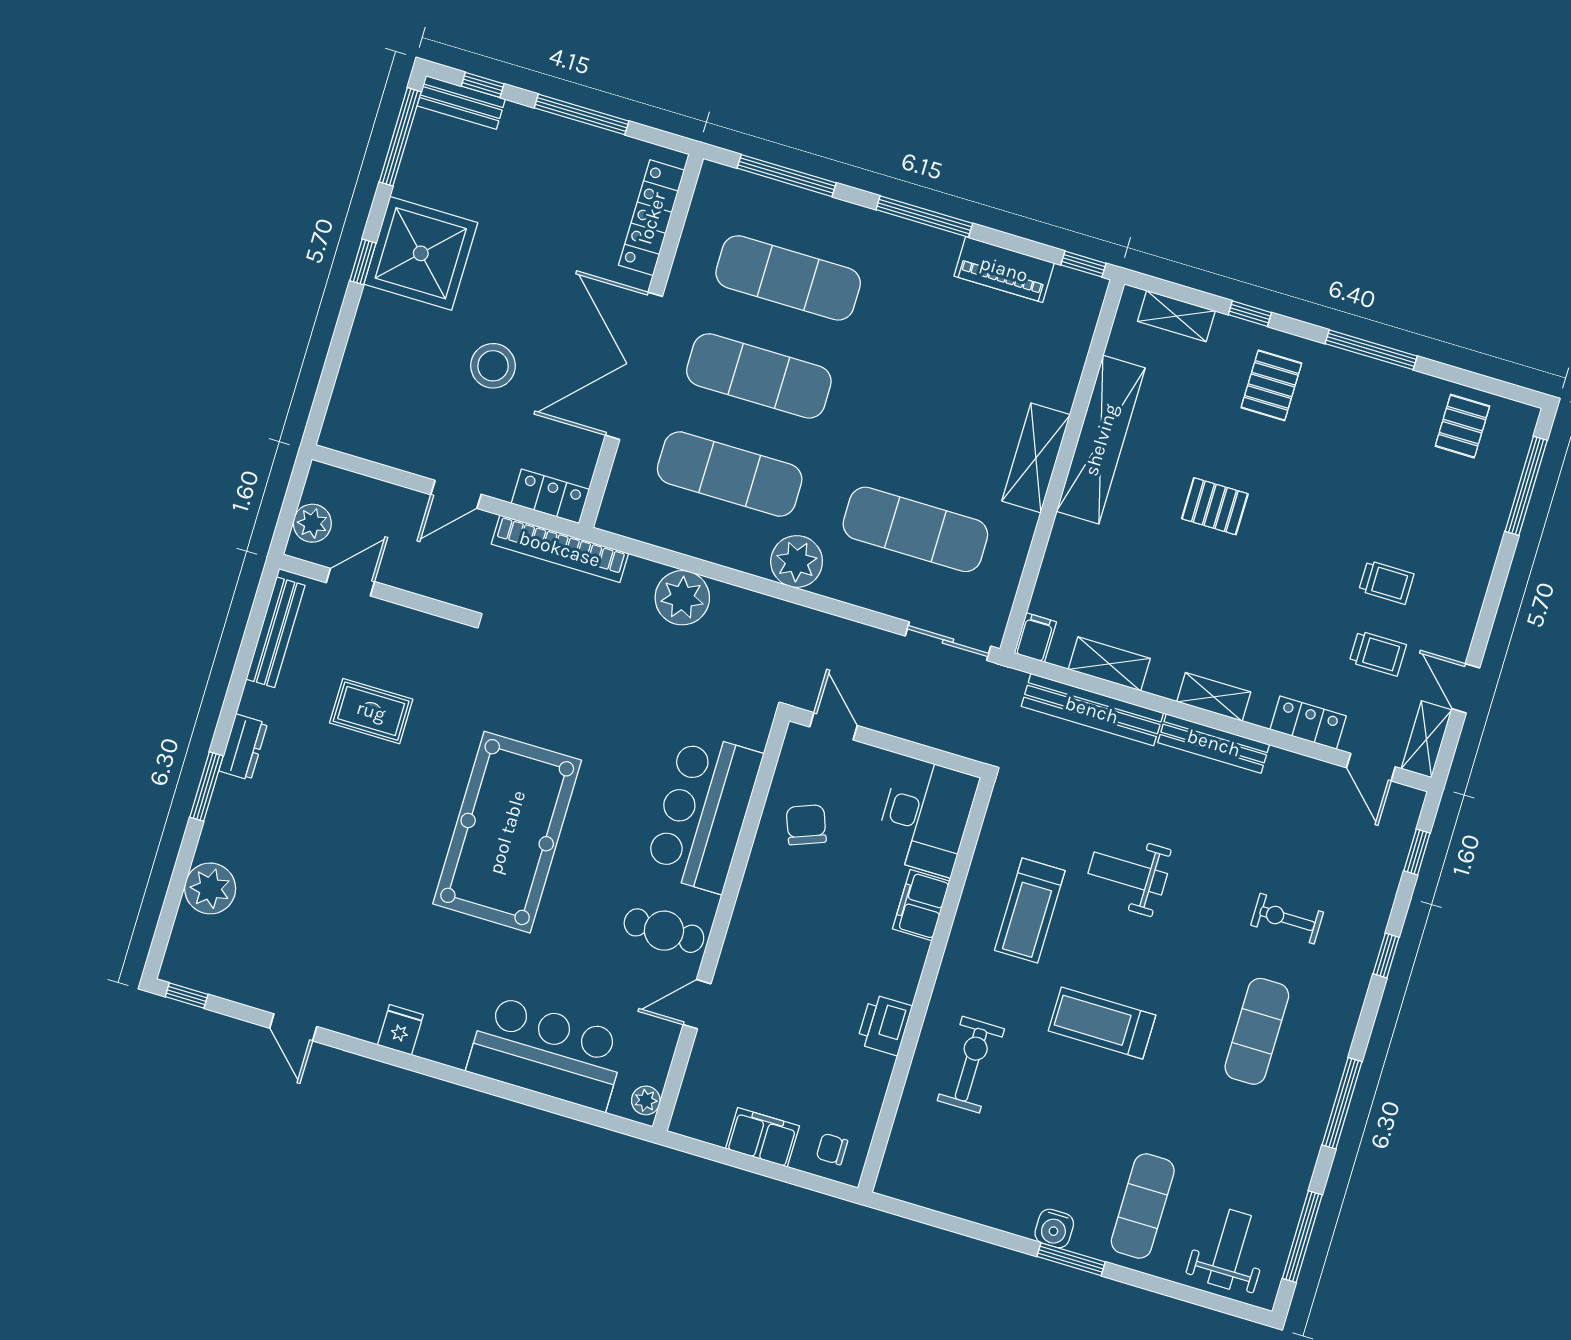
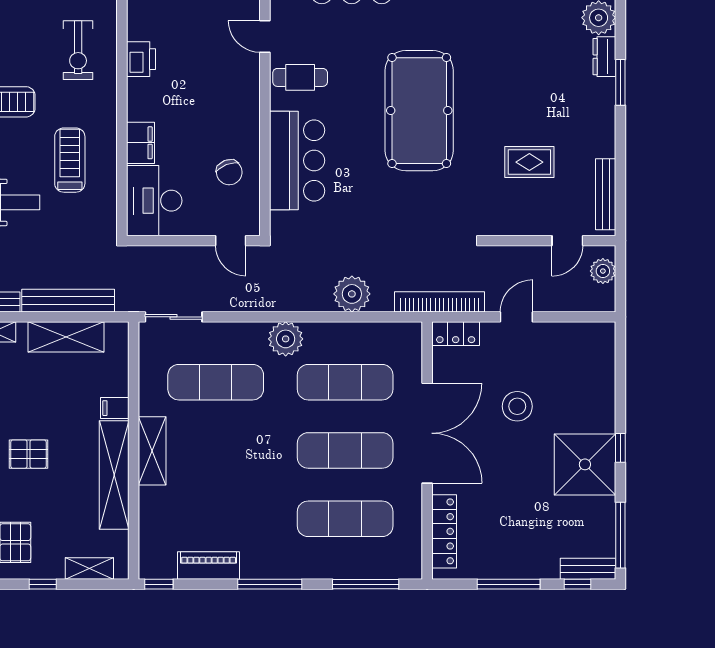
filing cabinet: (1035, 638) -> (115, 408), moved, turned 90
shelving: (1109, 664) -> (66, 337), width x1.50, depth x1.33
dresser: (243, 747) -> (604, 57), moved
door: (697, 1004) -> (265, 37), swing flipped

